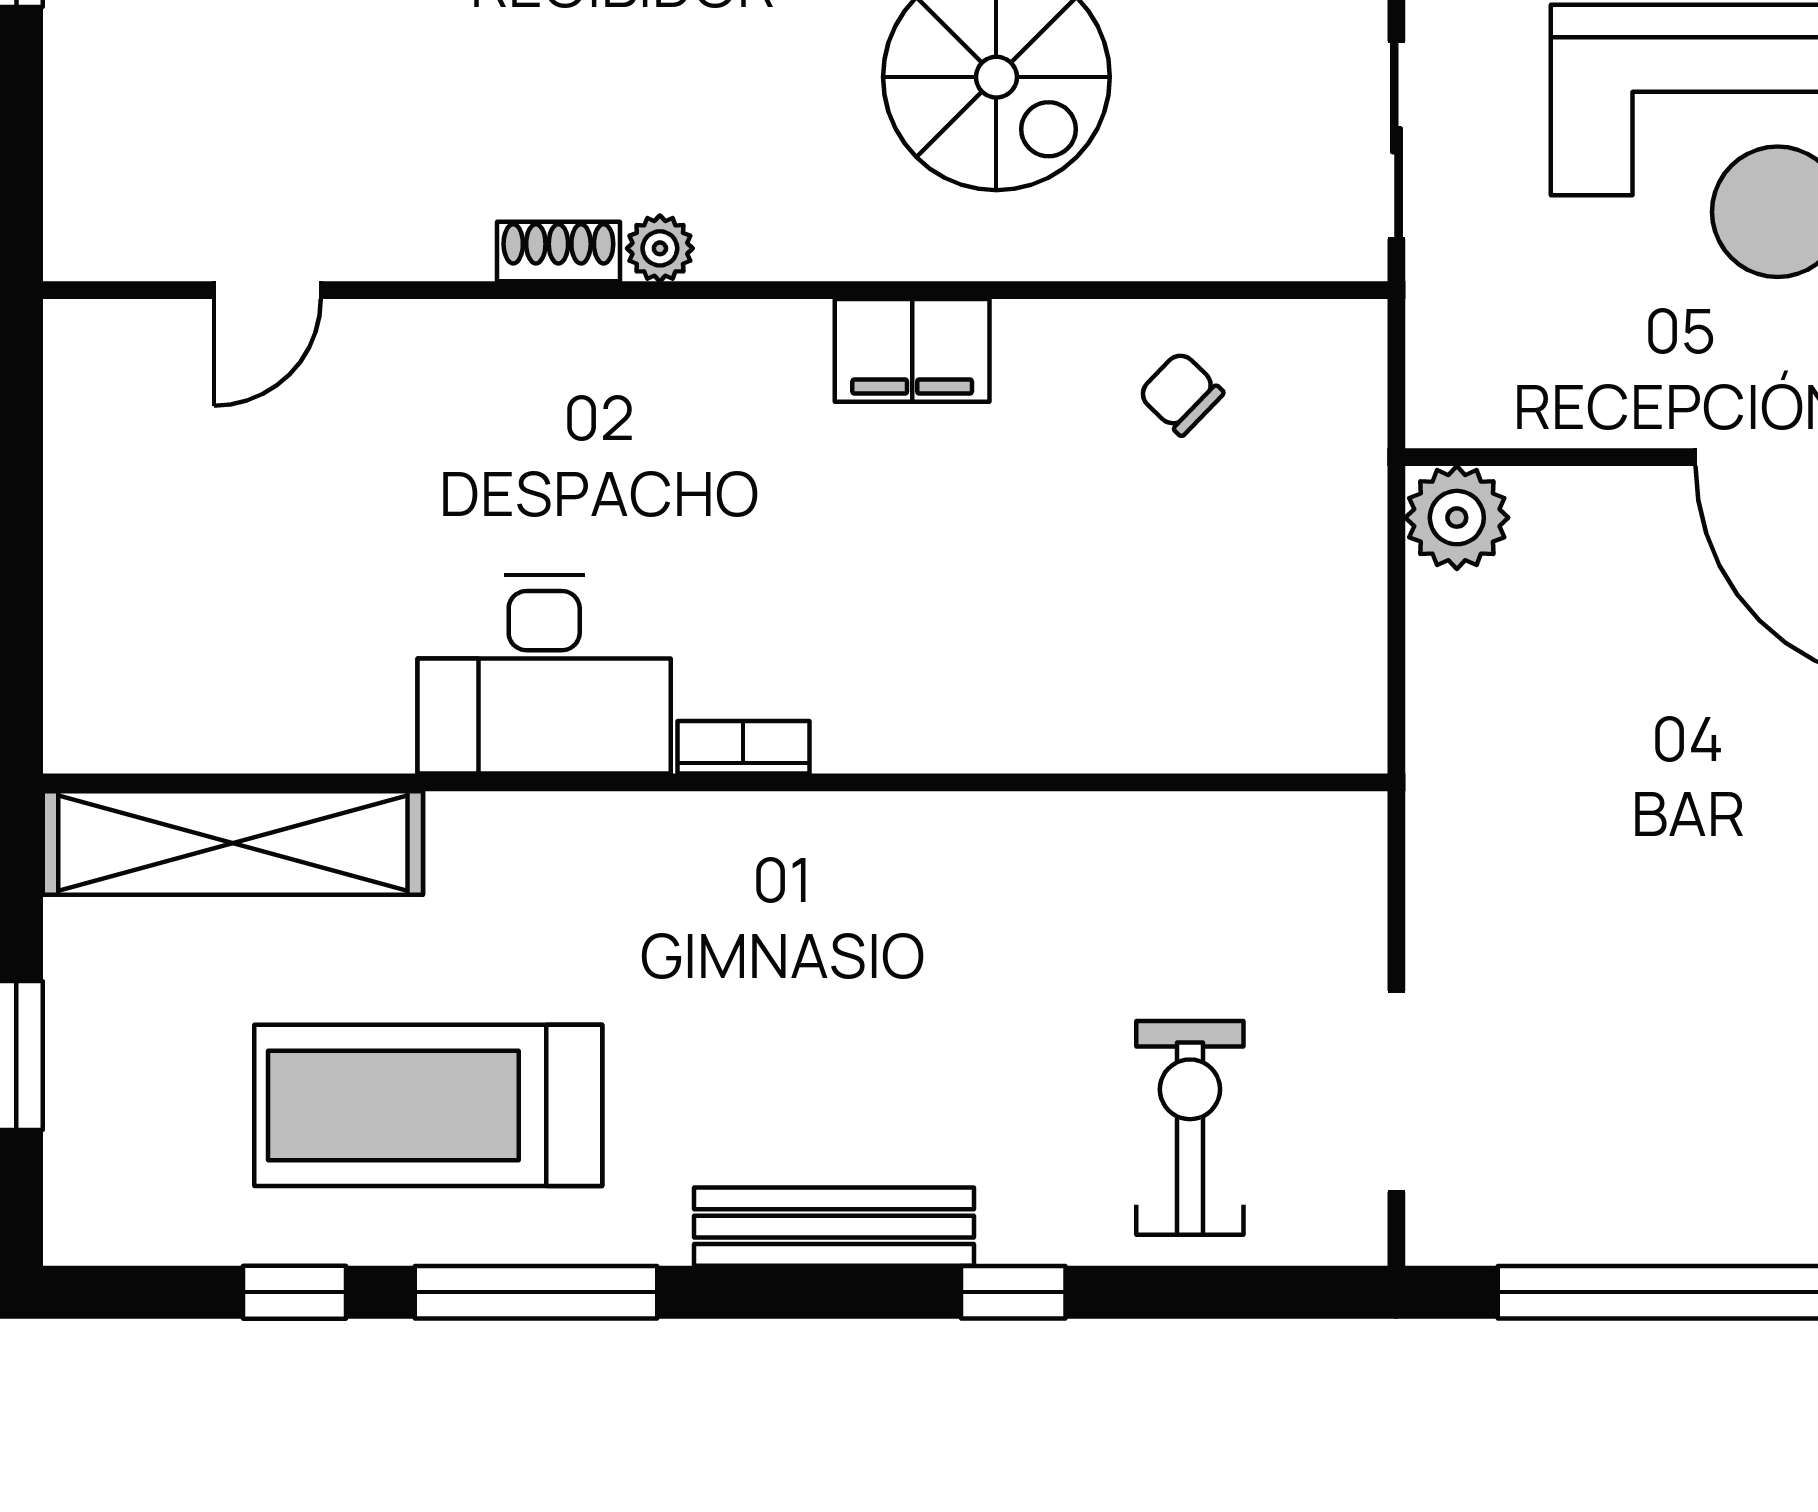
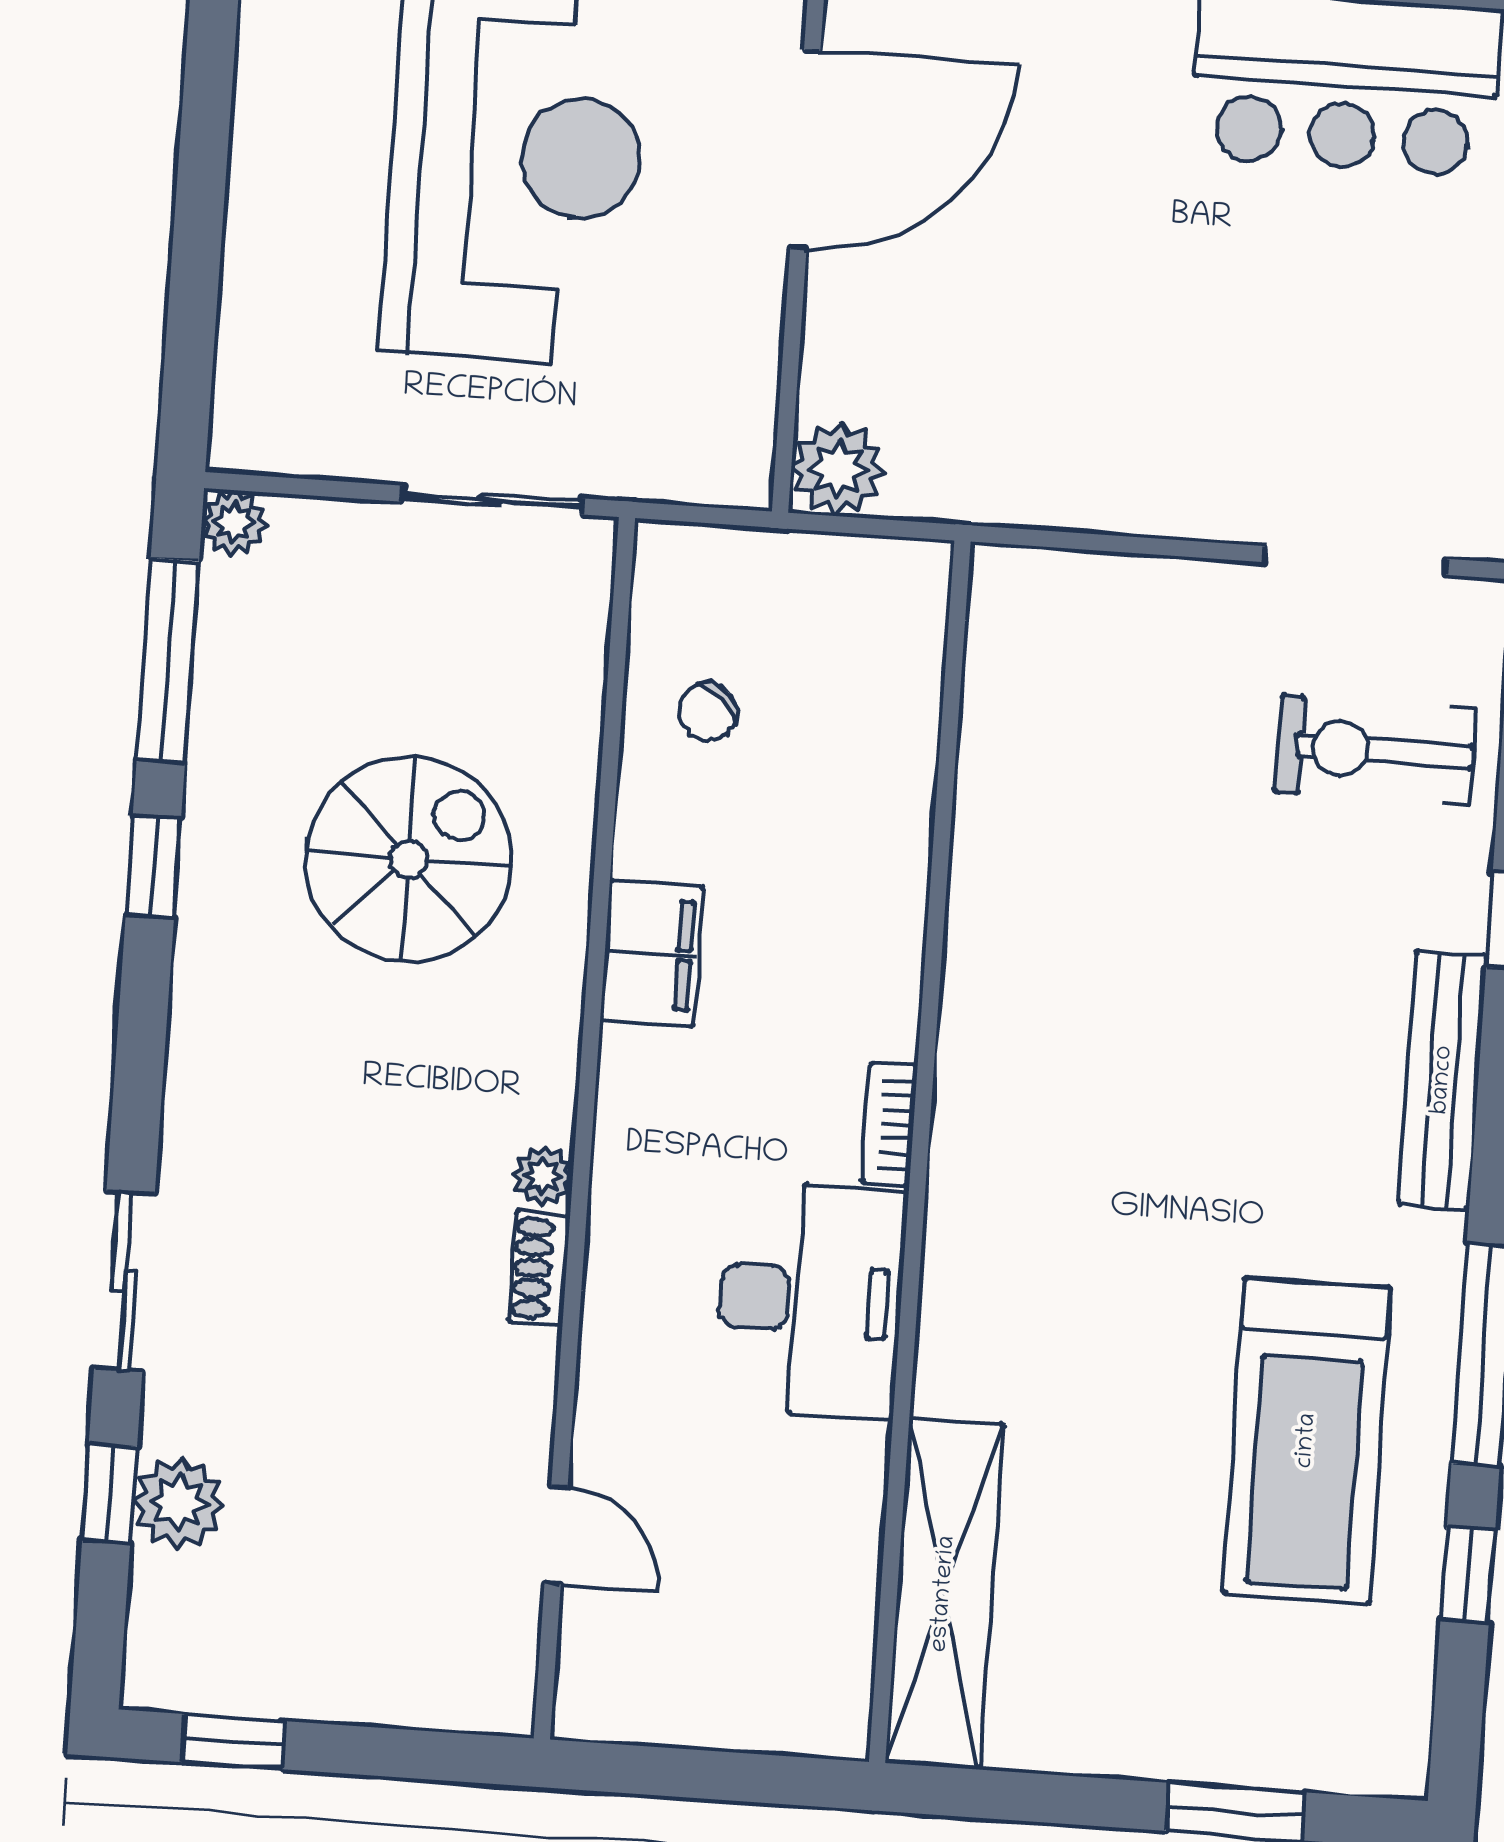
desk: (544, 674) -> (811, 1300), moved
bookcase: (743, 747) -> (890, 1124), moved
wall: (715, 782) -> (920, 1152), moved
shelving: (233, 843) -> (944, 1594), moved

